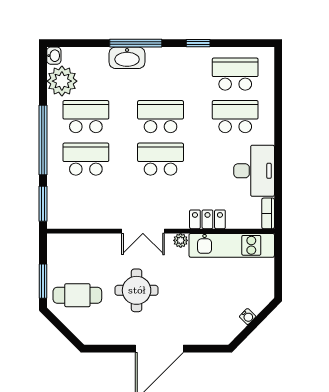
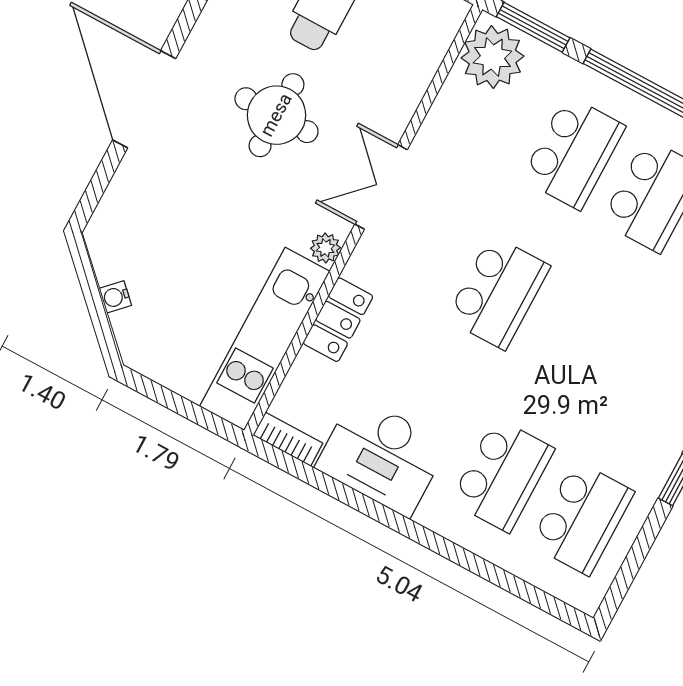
school desk: (161, 117) -> (578, 335), removed
plant: (64, 214) -> (492, 57), added

